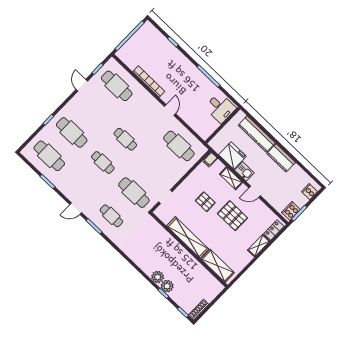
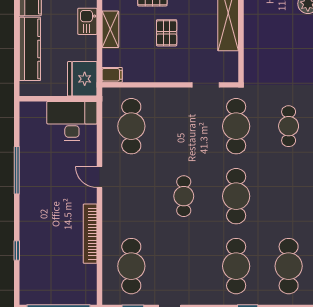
desk: (220, 108) -> (72, 121), moved, width x1.37
door: (170, 110) -> (100, 177), hinge flipped
fridge: (232, 155) -> (82, 79), moved
cafe table: (103, 163) -> (236, 196), width x1.37, depth x1.35

